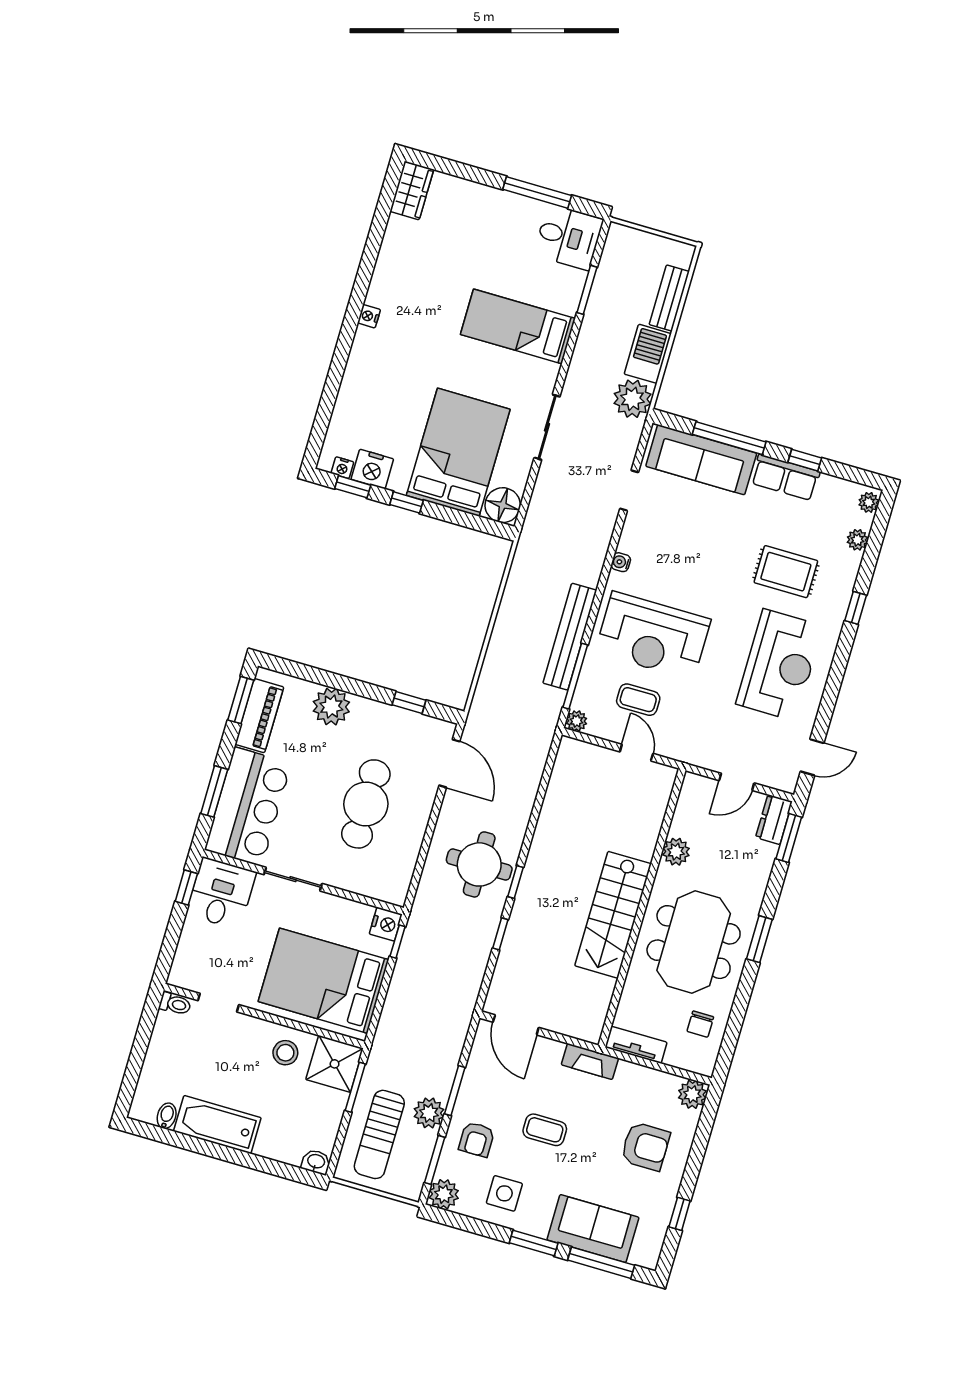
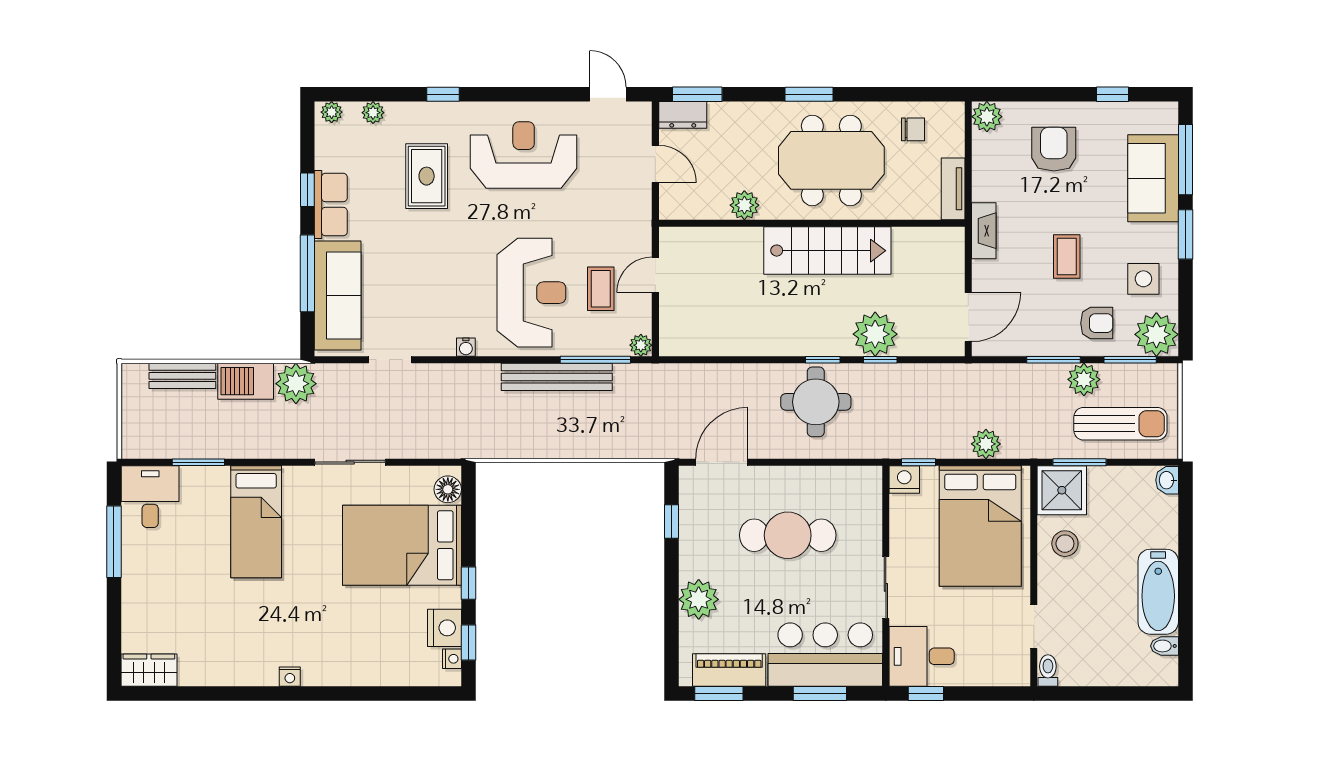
floor lamp: (503, 505) -> (448, 489), width x0.73, depth x0.73
plant: (525, 936) -> (875, 334), added
plant: (396, 1007) -> (986, 444), added
plant: (444, 1194) -> (1156, 334), width x1.36, depth x1.36

